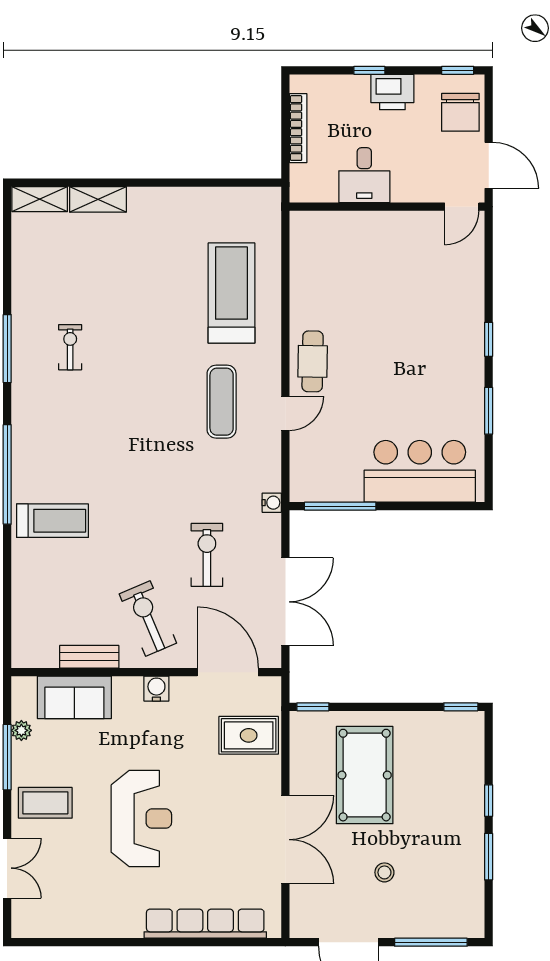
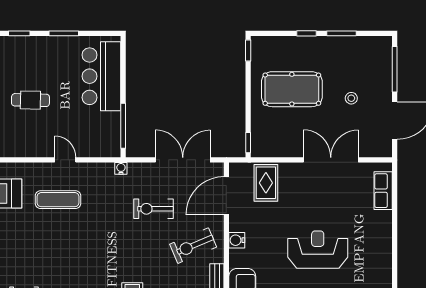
cafe table: (313, 361) -> (30, 100), moved
pool table: (365, 775) -> (292, 89), moved
row of seats: (205, 924) -> (383, 191), width x0.50

